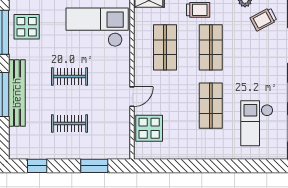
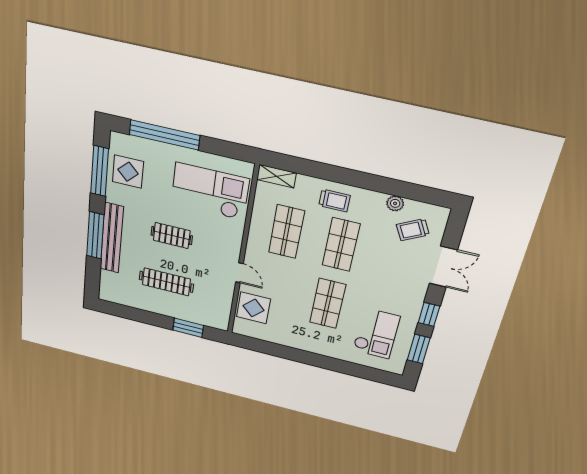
door: (132, 97) -> (239, 273), hinge flipped
checkout: (257, 123) -> (376, 333), turned 180
clothes rail: (70, 124) -> (166, 282), width x1.36
window: (37, 166) -> (128, 312), removed

